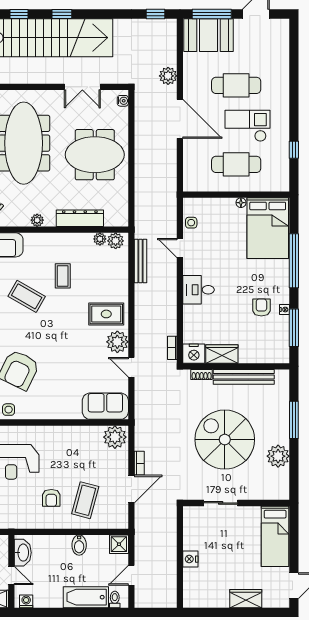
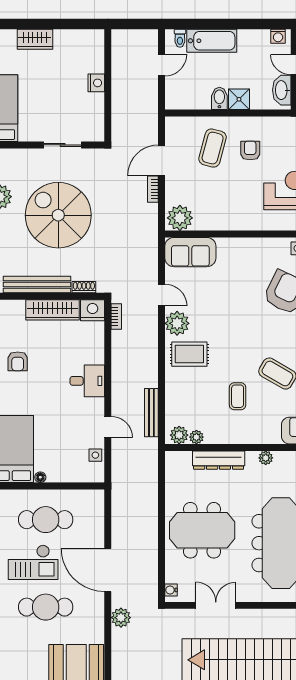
wardrobe: (222, 354) -> (53, 310), width x1.50
spiral stairs: (225, 440) -> (58, 215), turned 180
shower: (119, 544) -> (239, 99), moved

